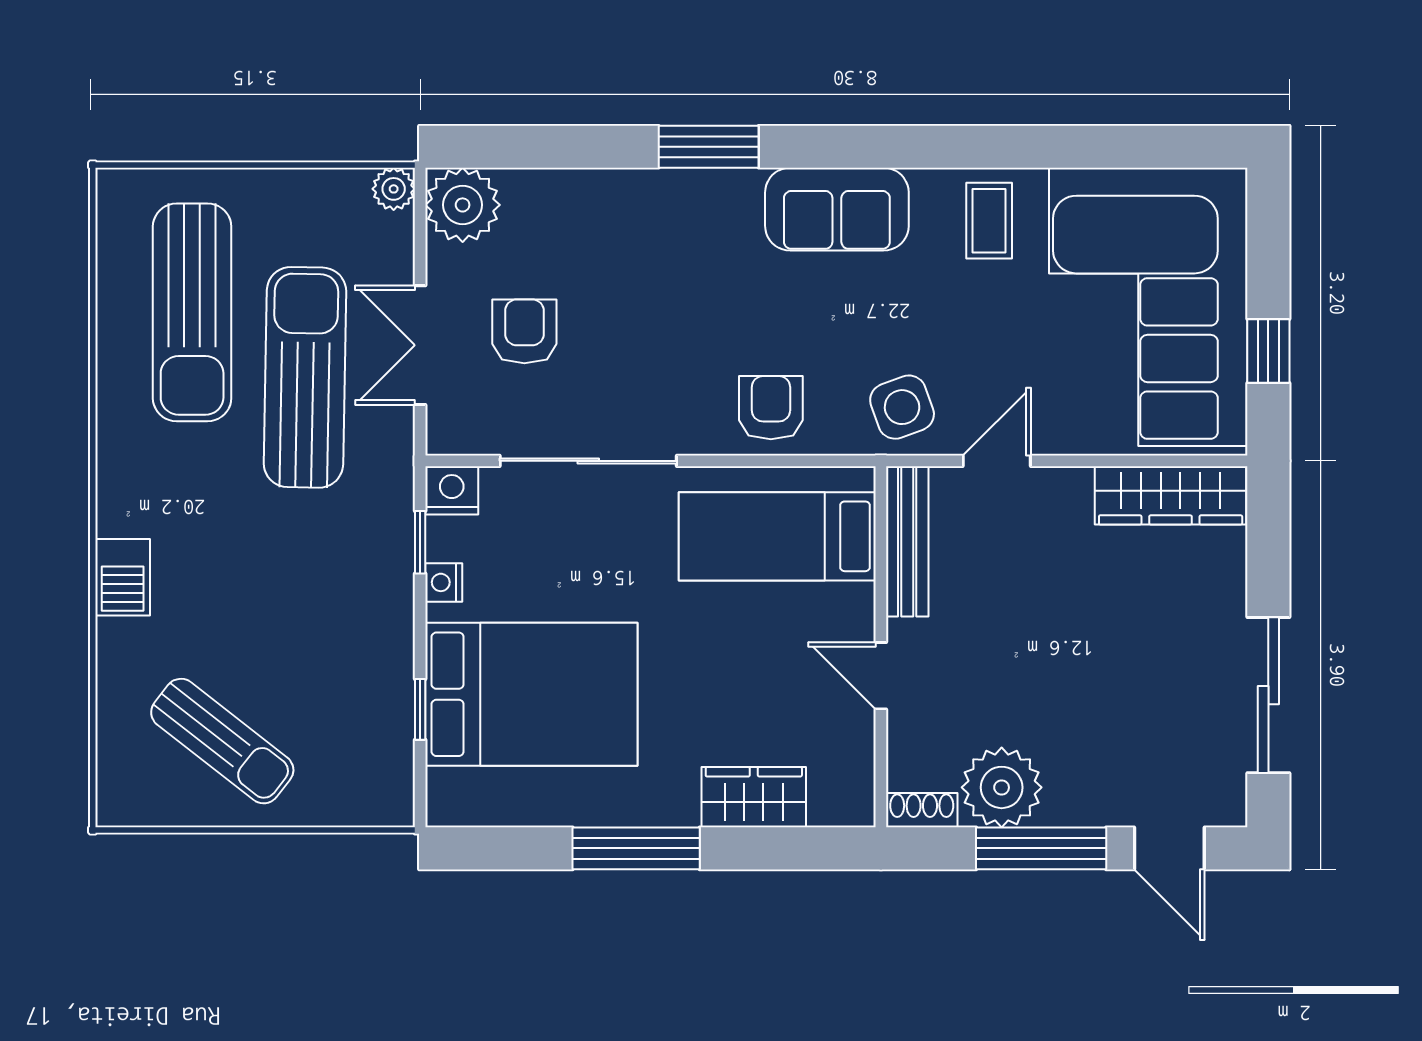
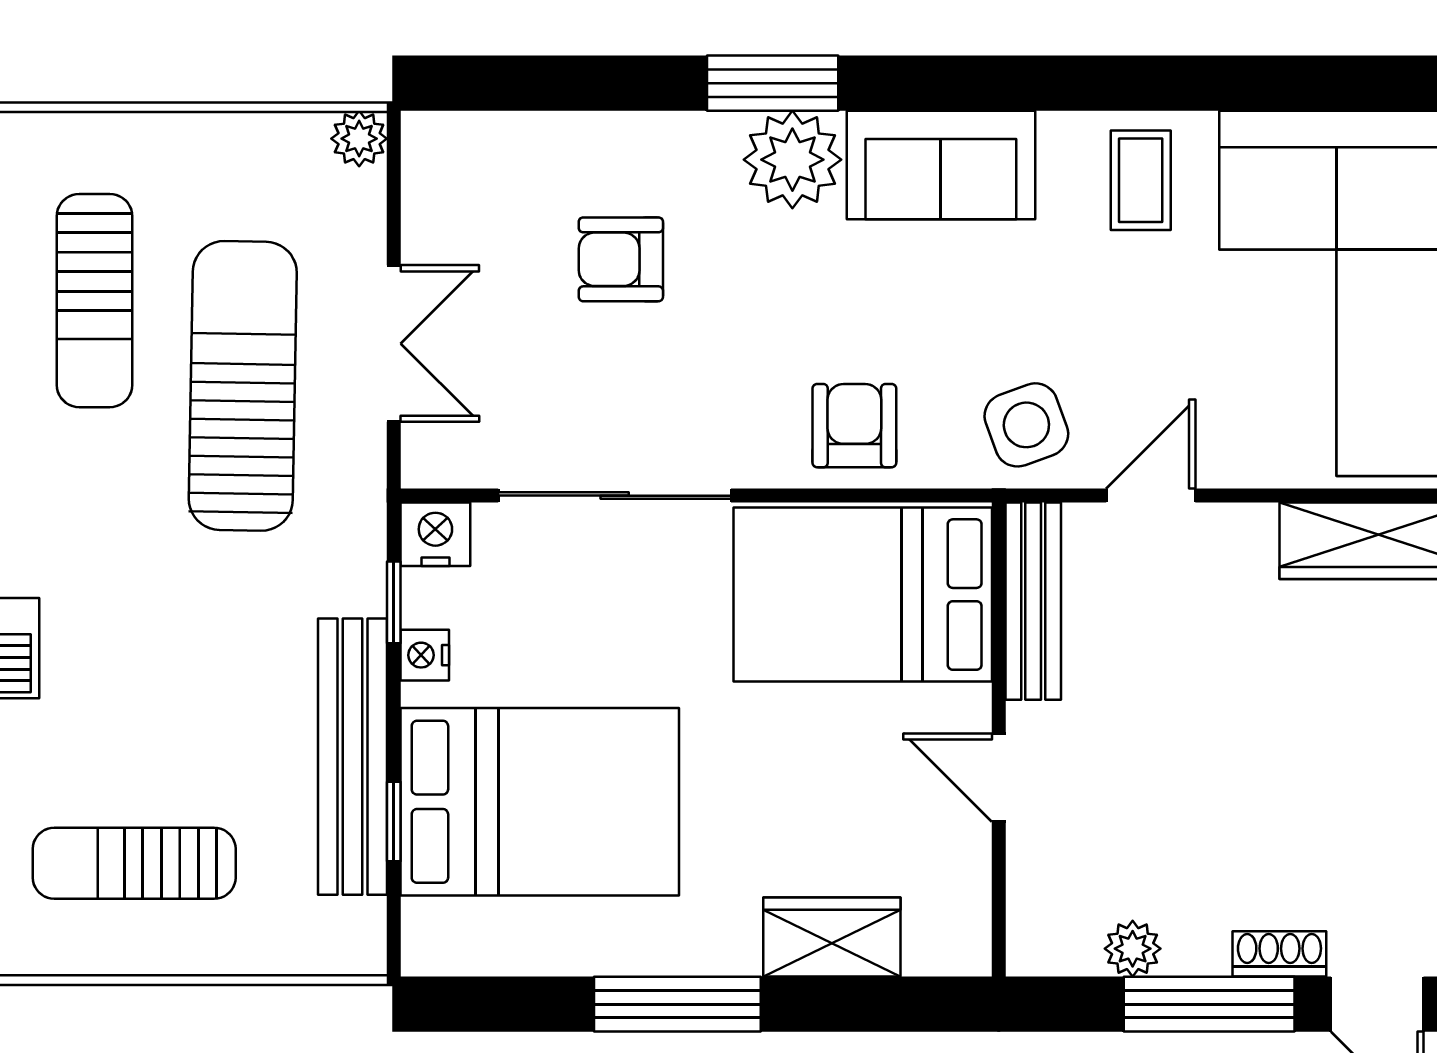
plant: (463, 205) -> (792, 160), moved
sun lounger: (192, 312) -> (95, 301), width x0.73, depth x0.75
armchair: (524, 331) -> (621, 259), moved, turned -90
double door: (420, 345) -> (394, 344), swing flipped
bed: (777, 536) -> (863, 595), width x1.50
bench: (389, 660) -> (353, 757), added
sun lounger: (222, 741) -> (134, 863), turned 142
plant: (1002, 787) -> (1133, 949), width x0.53, depth x0.53
shoe rack: (922, 810) -> (1279, 954), moved

